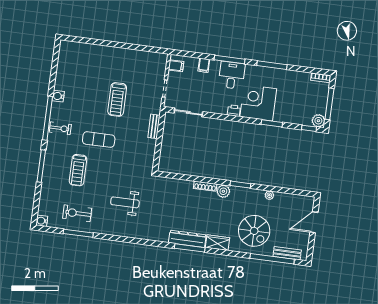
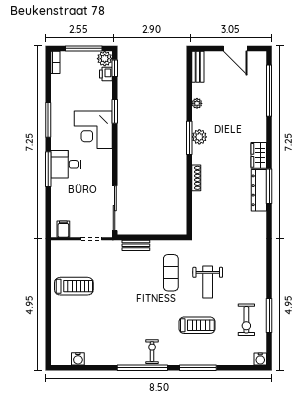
filing cabinet: (204, 65) -> (59, 197), removed
water cooler: (58, 96) -> (78, 359), moved
treadmill: (117, 99) -> (74, 286), moved
printer: (234, 111) -> (106, 74), moved
sliding door: (188, 112) -> (115, 208), width x1.37
exercise mat: (99, 140) -> (171, 273), moved
window: (240, 185) -> (189, 138), width x1.44
plant: (223, 191) -> (199, 137), moved
weight bench: (125, 202) -> (208, 282), moved
door: (314, 222) -> (235, 48), moved
spiral stairs: (254, 231) -> (240, 115), removed
bench: (287, 253) -> (198, 67), moved

